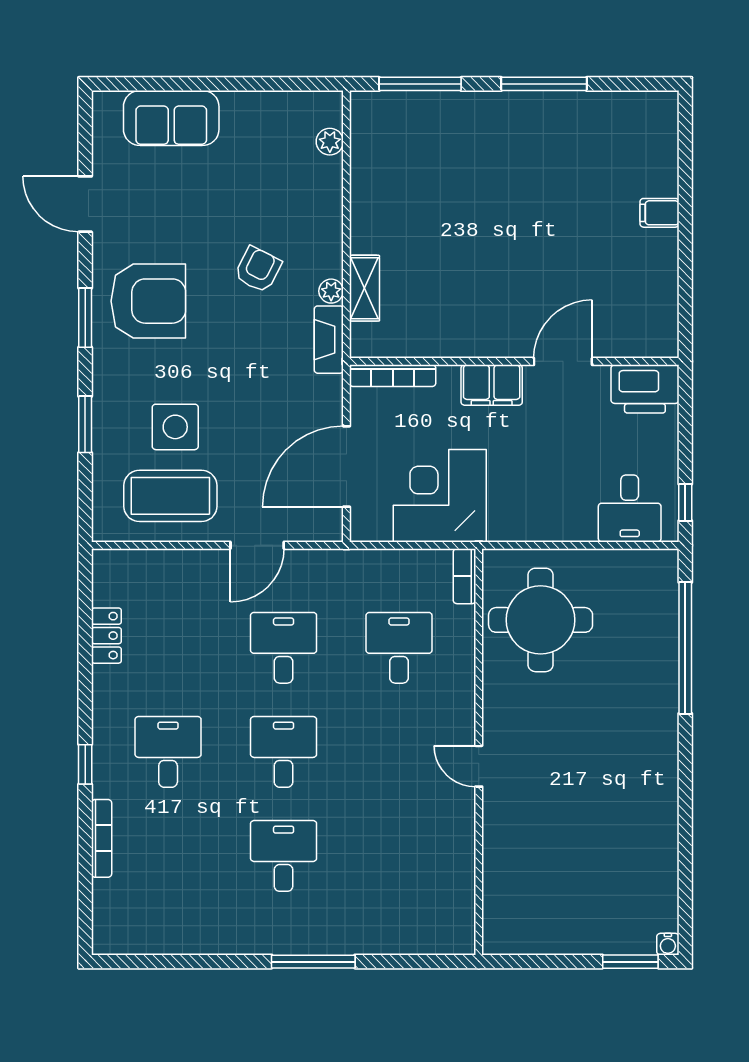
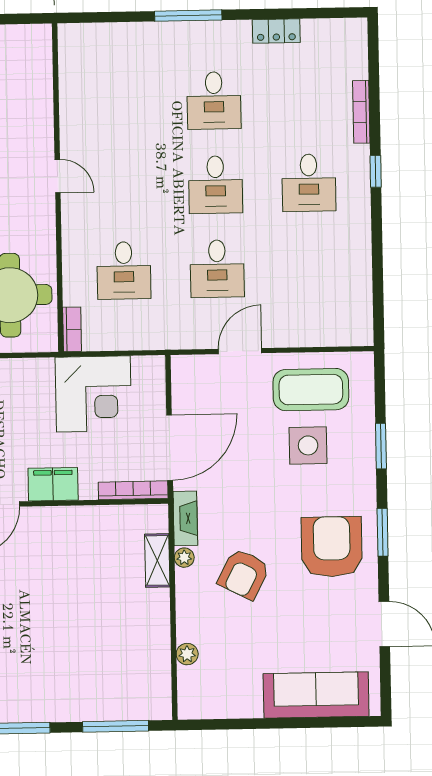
sofa: (171, 118) -> (316, 695), width x1.36
plant: (330, 142) -> (187, 654), moved
armchair: (258, 269) -> (244, 574), width x1.38, depth x1.38
armchair: (148, 301) -> (332, 547), turned 90
door: (346, 466) -> (170, 448), moved
locker: (106, 636) -> (276, 31), moved, turned -90

